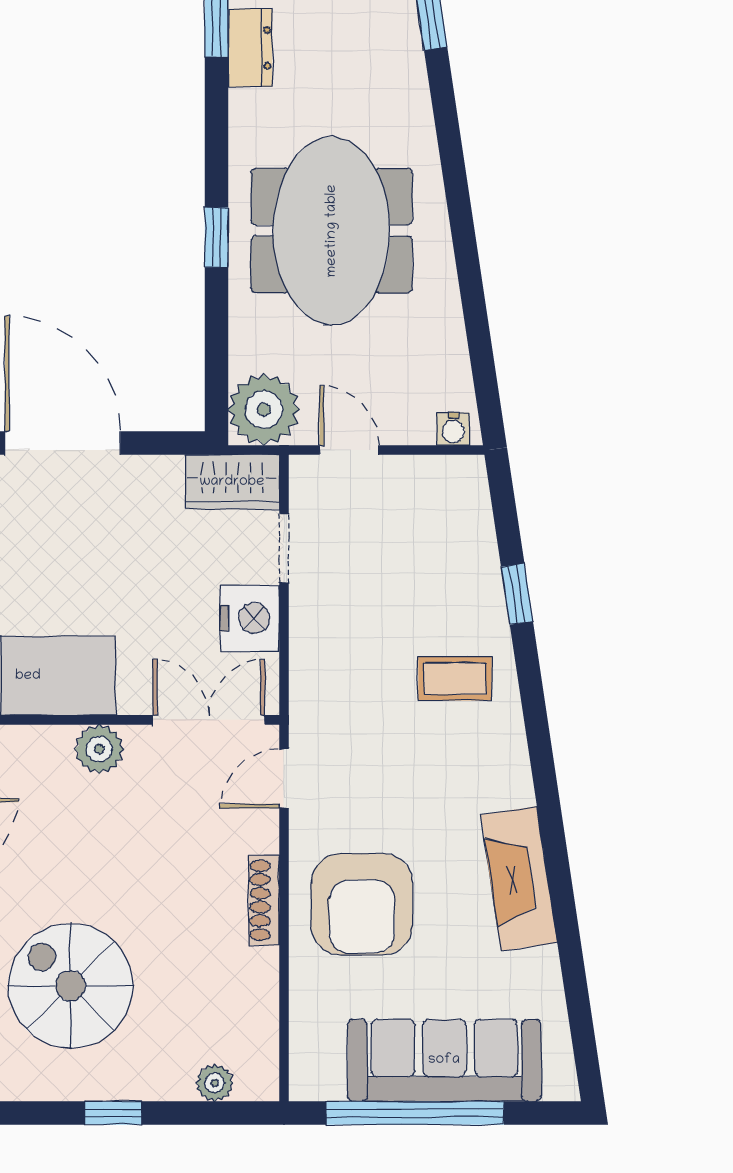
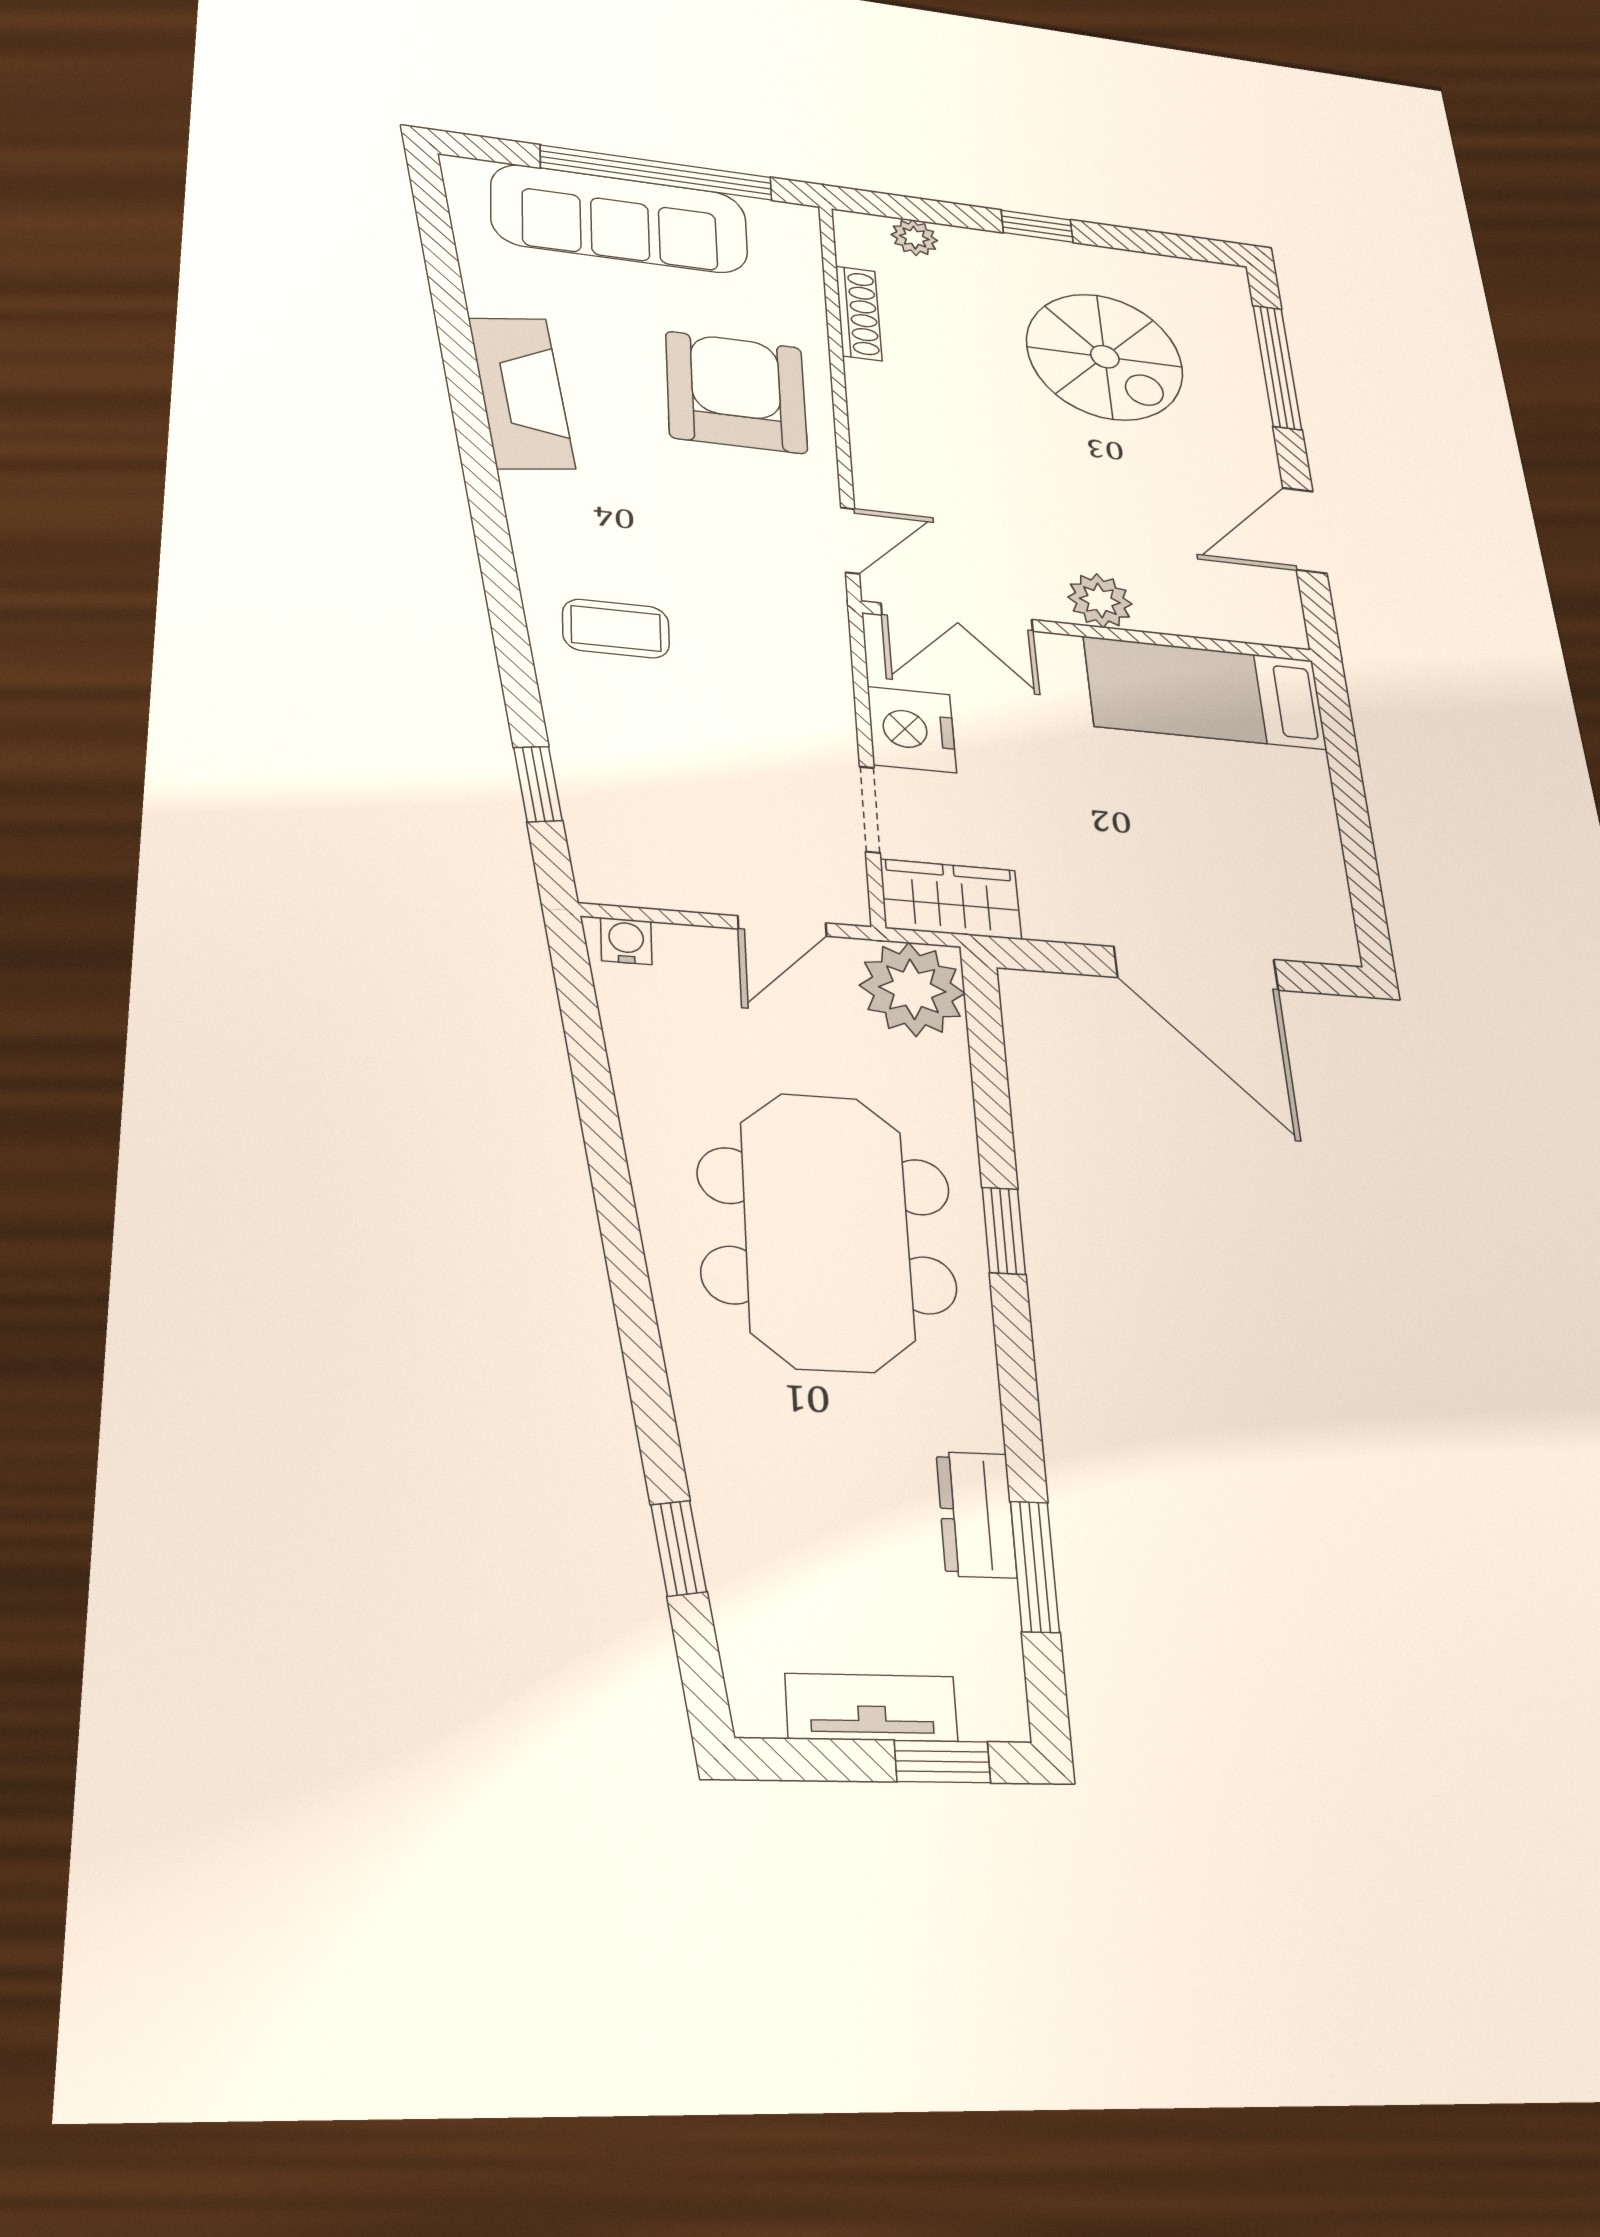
door: (349, 450) -> (782, 926), hinge flipped
window: (517, 594) -> (538, 784), moved
shoe rack: (264, 900) -> (859, 313), moved

